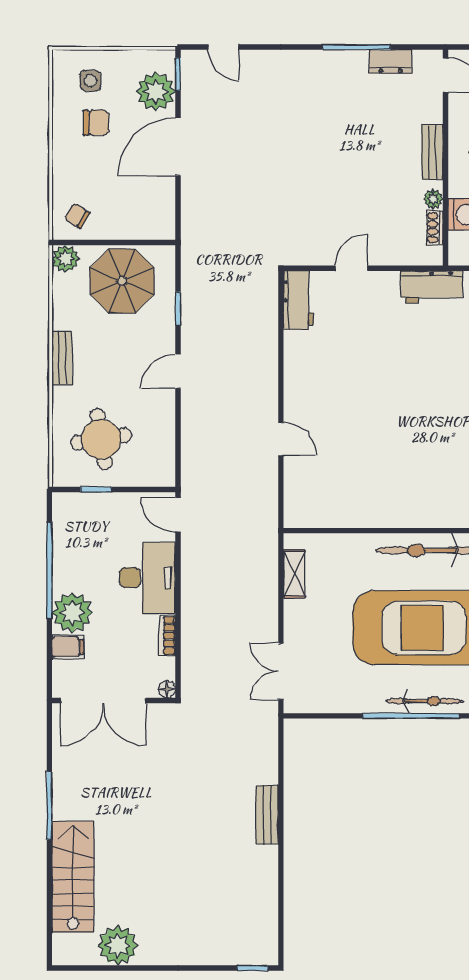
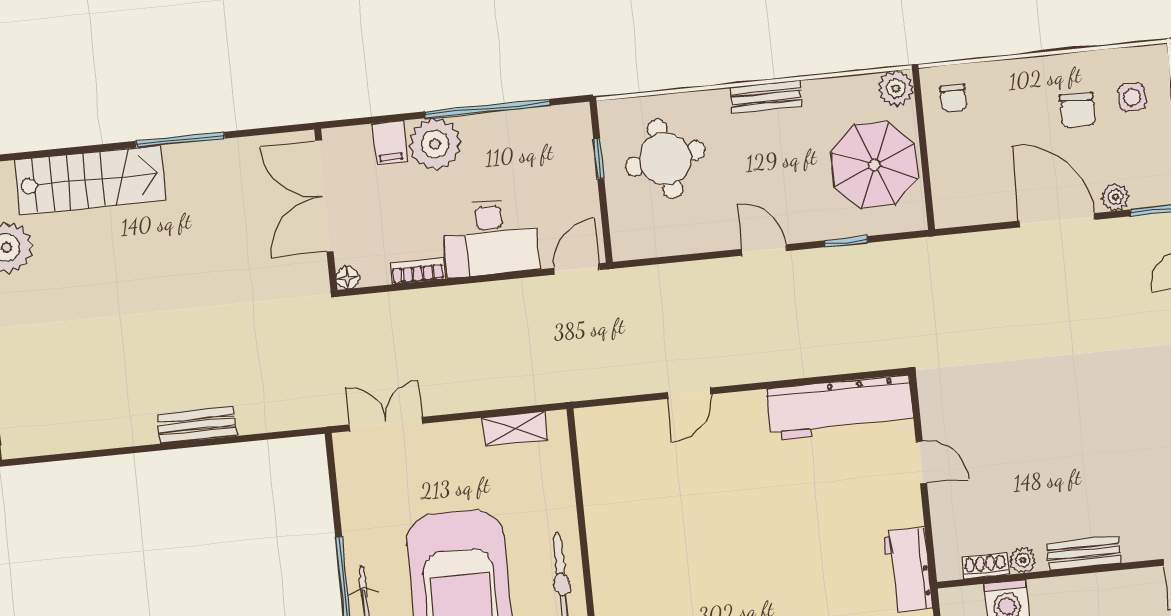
plant: (156, 92) -> (1115, 197), width x0.53, depth x0.53
chair: (77, 216) -> (954, 98), turned 148
workbench: (299, 300) -> (840, 408), width x1.88, depth x1.32

